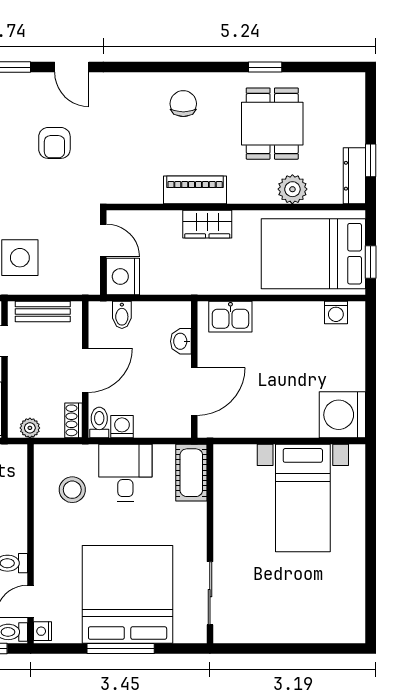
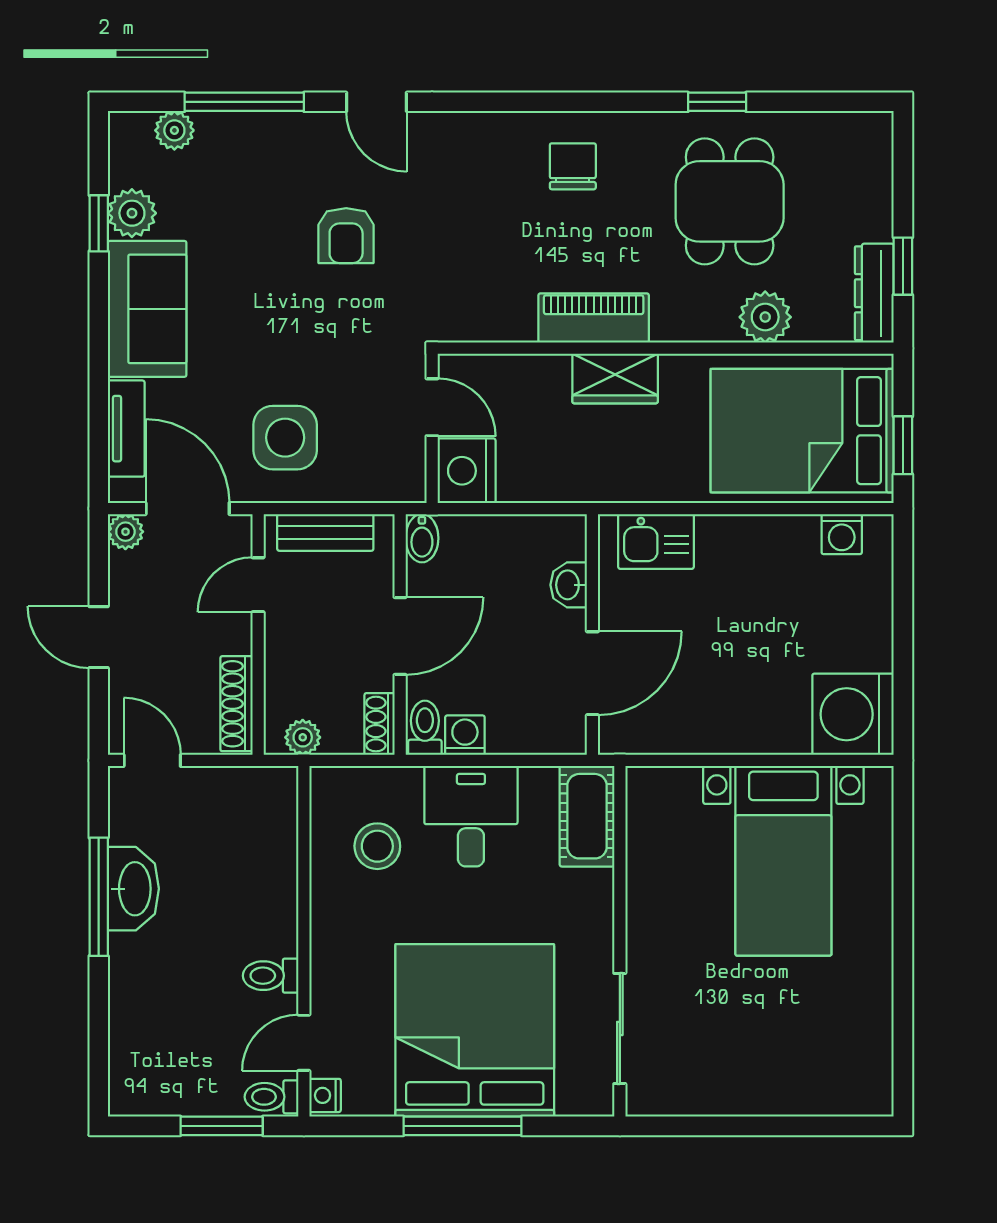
bidet: (122, 315) -> (422, 538), moved

